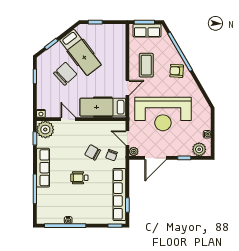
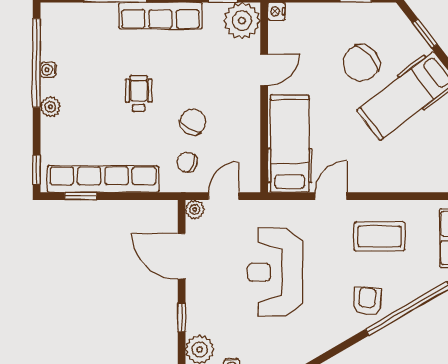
chair: (65, 74) -> (361, 63), turned 92
door: (127, 88) -> (331, 196), swing flipped
reception desk: (163, 114) -> (275, 272), width x0.74, depth x0.77
plant: (86, 219) -> (50, 107), added

